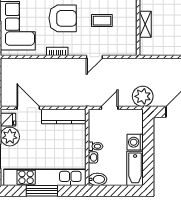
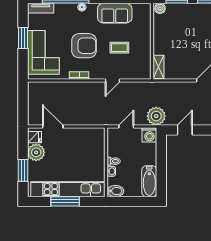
shelving: (145, 24) -> (159, 67), moved
kitchen counter: (64, 116) -> (85, 134), removed
washing machine: (135, 142) -> (149, 135), moved, turned -90

